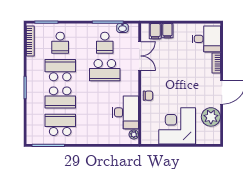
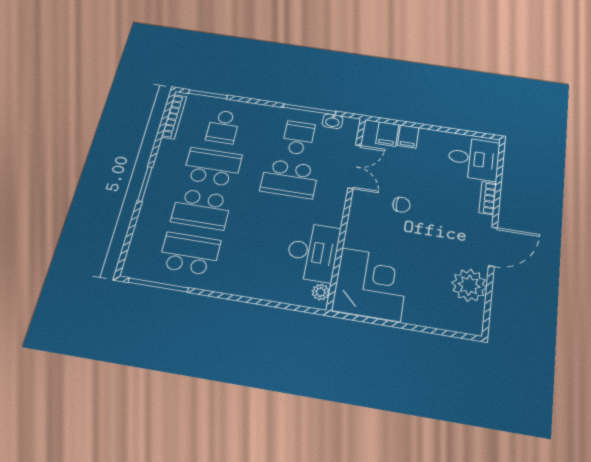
school desk: (105, 43) -> (298, 138), turned 180
chair: (148, 96) -> (401, 205), moved
corner desk: (177, 126) -> (371, 284), moved, turned 90

